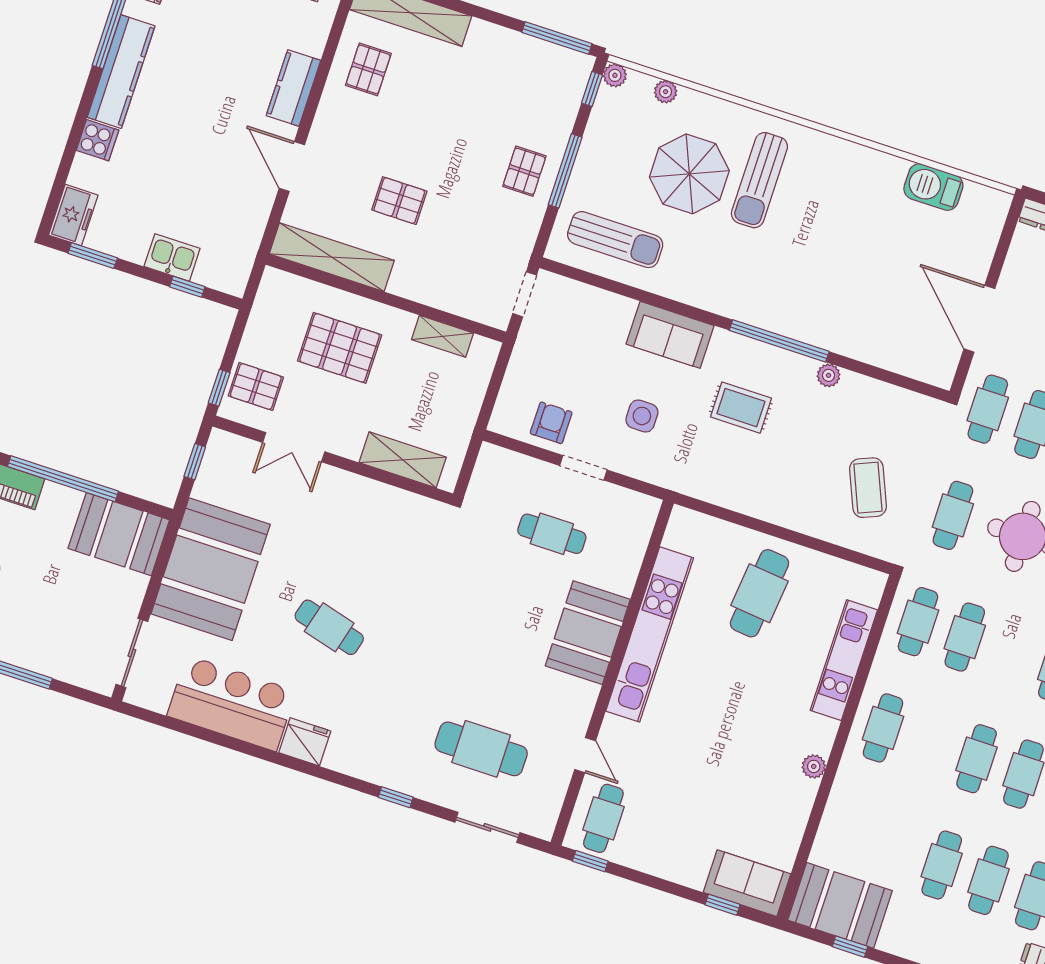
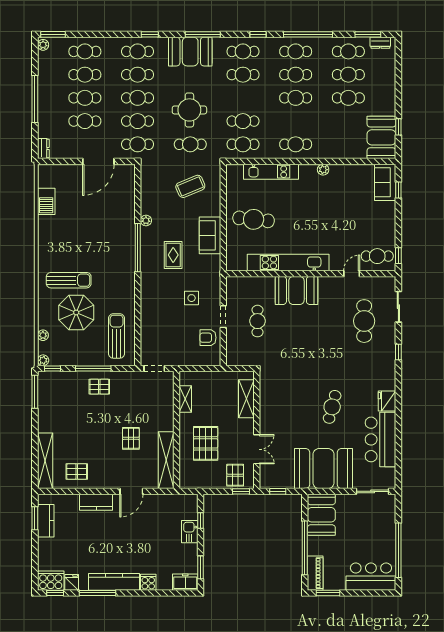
sofa: (670, 335) -> (210, 235), moved, turned 180

